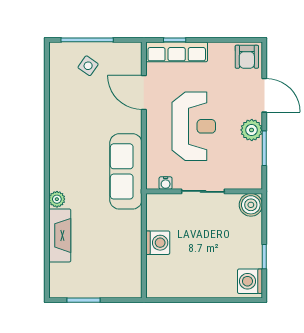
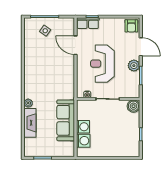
row of seats: (177, 52) -> (88, 23), width x0.68
reception desk: (194, 126) -> (102, 64), turned 180
sofa: (126, 171) -> (66, 120), moved
washing machine: (250, 281) -> (83, 141), moved, turned 180

